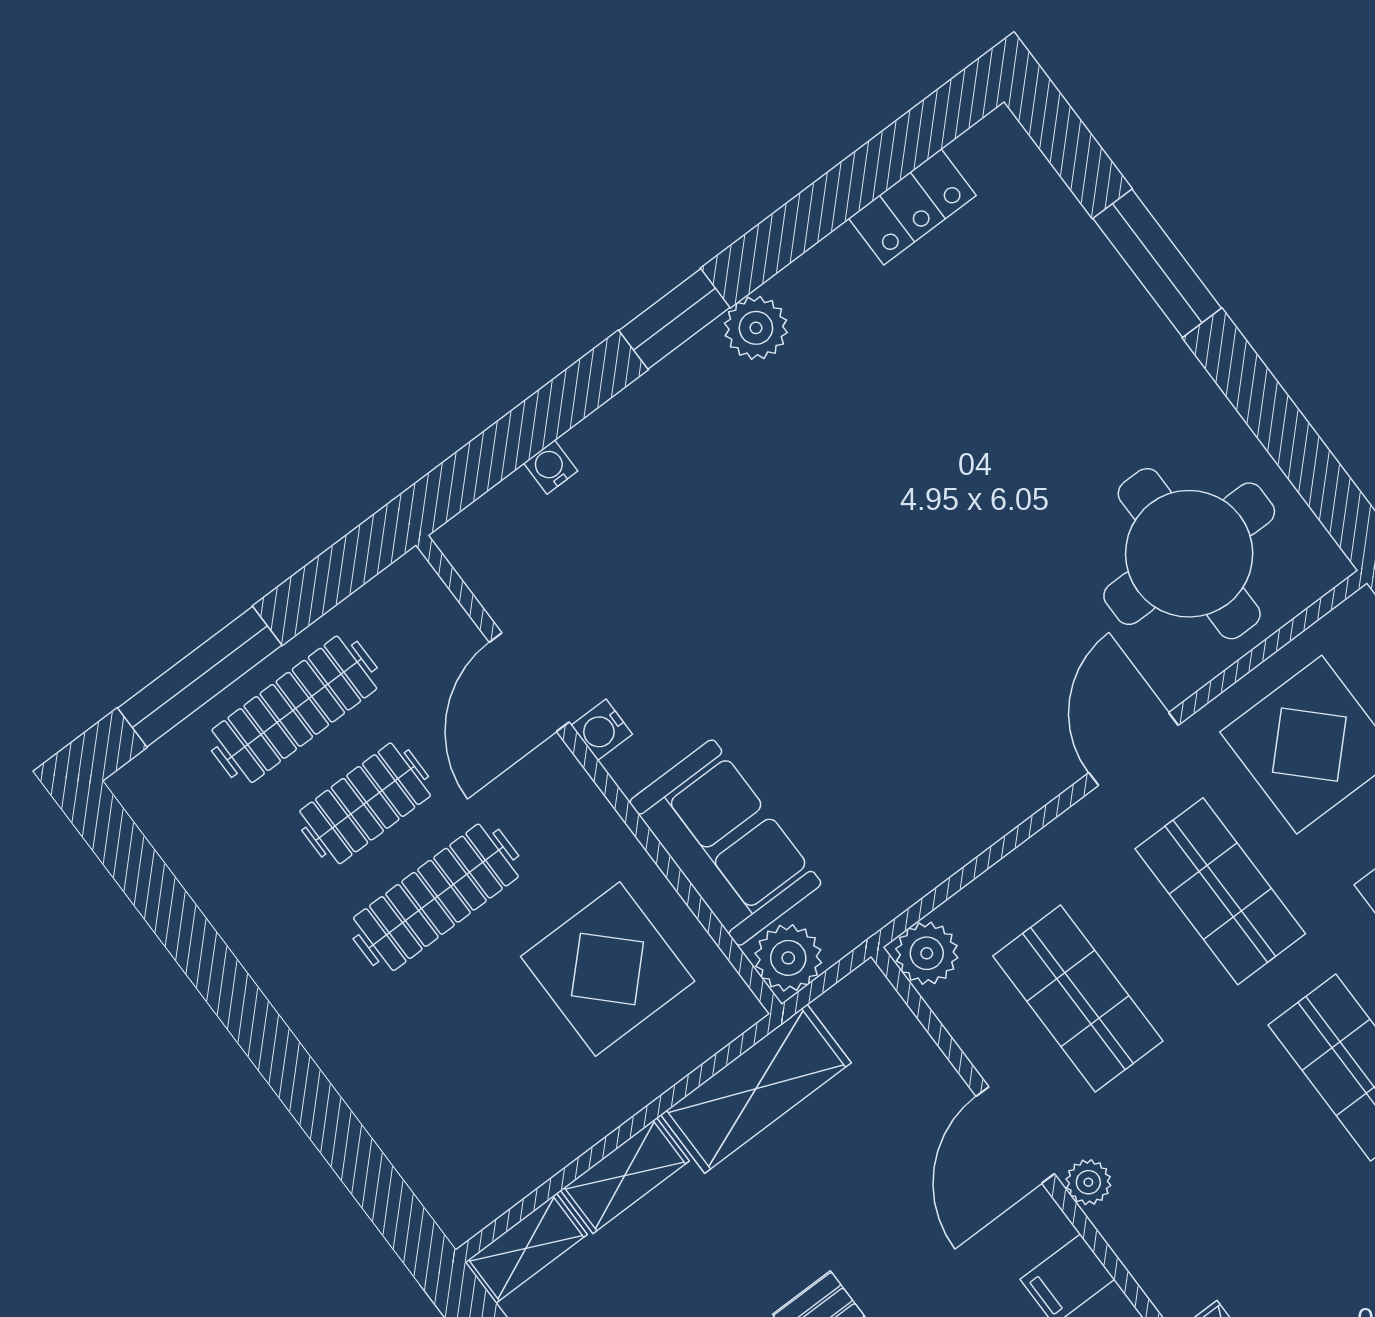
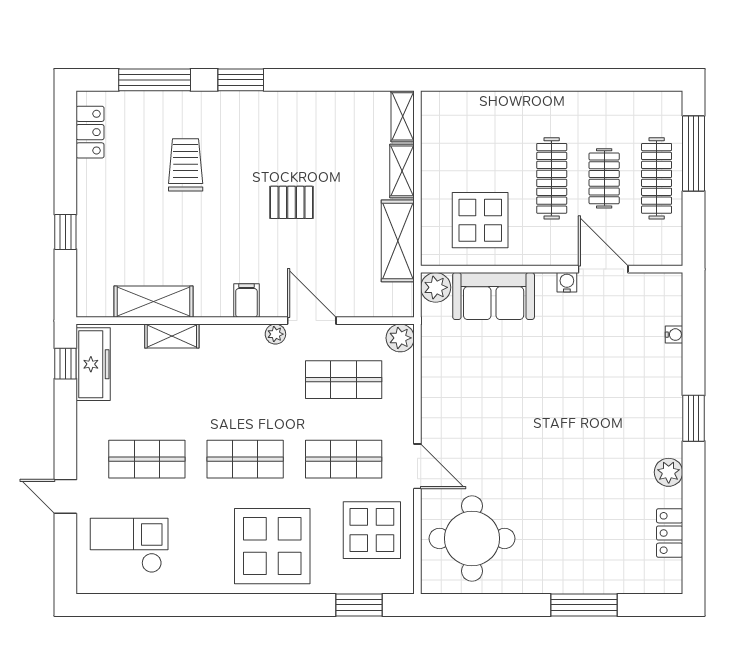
plant: (756, 328) -> (669, 472), moved

